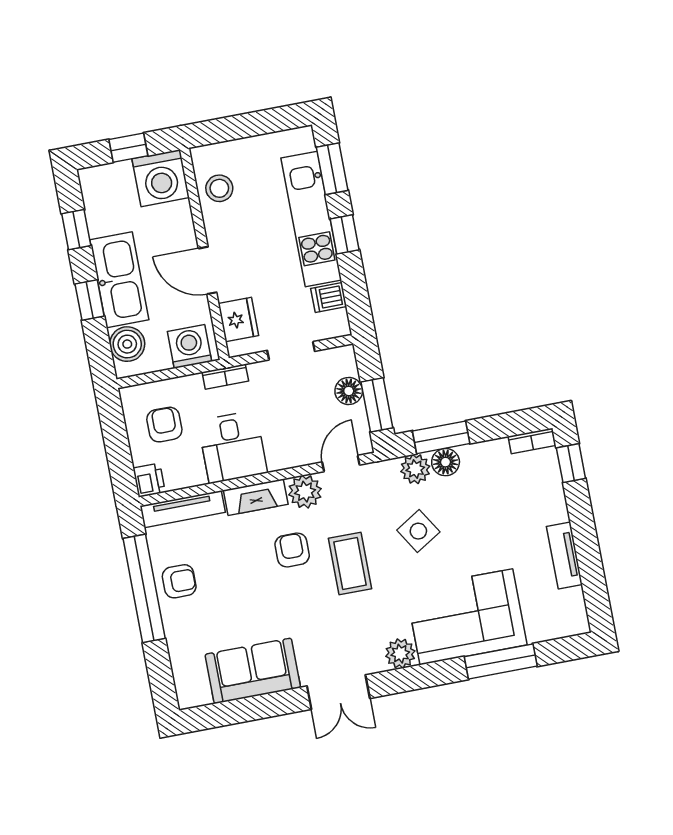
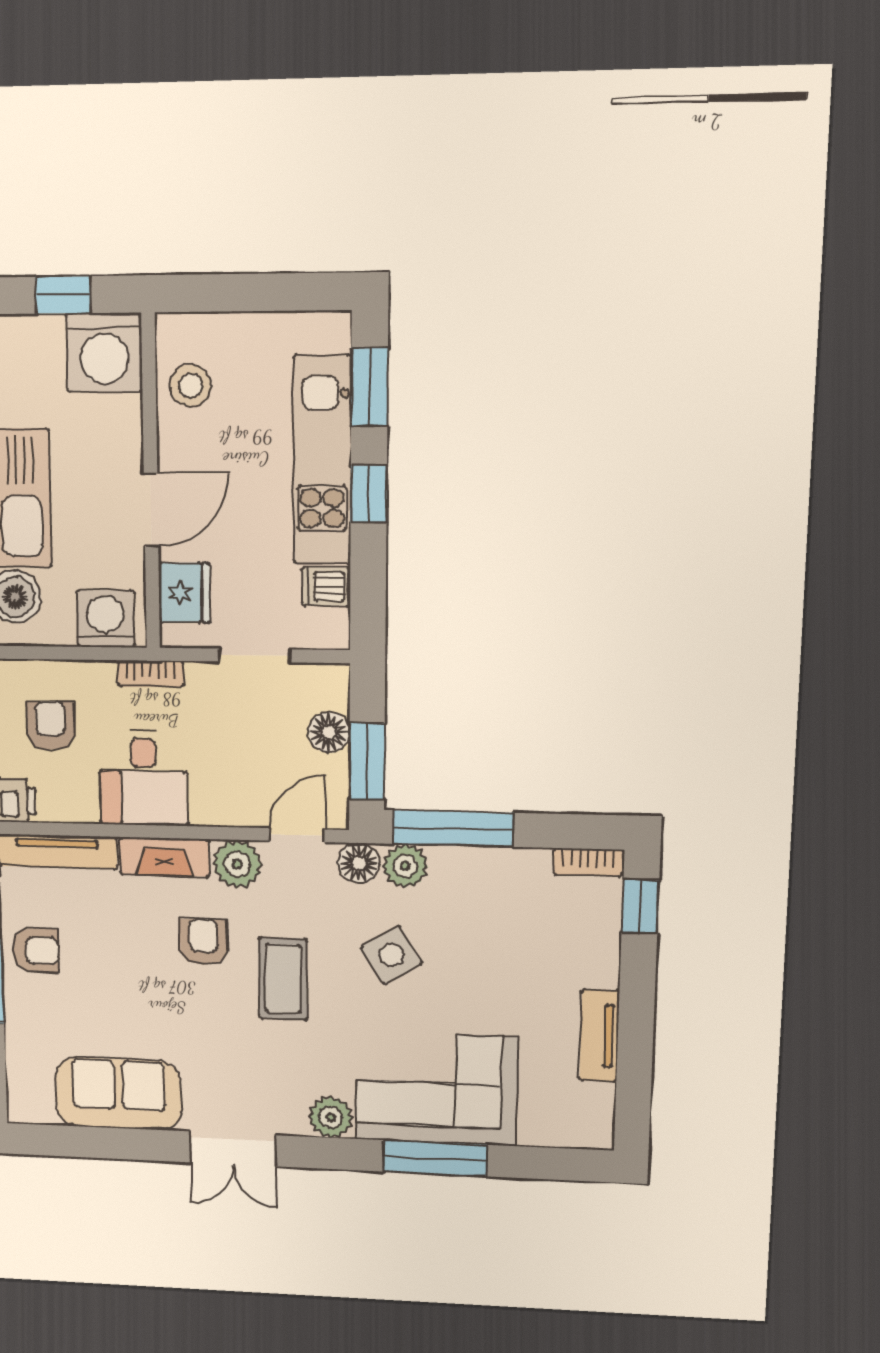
door: (208, 270) -> (151, 509), swing flipped
window: (441, 437) -> (453, 828), width x1.44
floor lamp: (446, 462) -> (359, 863), moved
window: (501, 661) -> (435, 1158), moved

